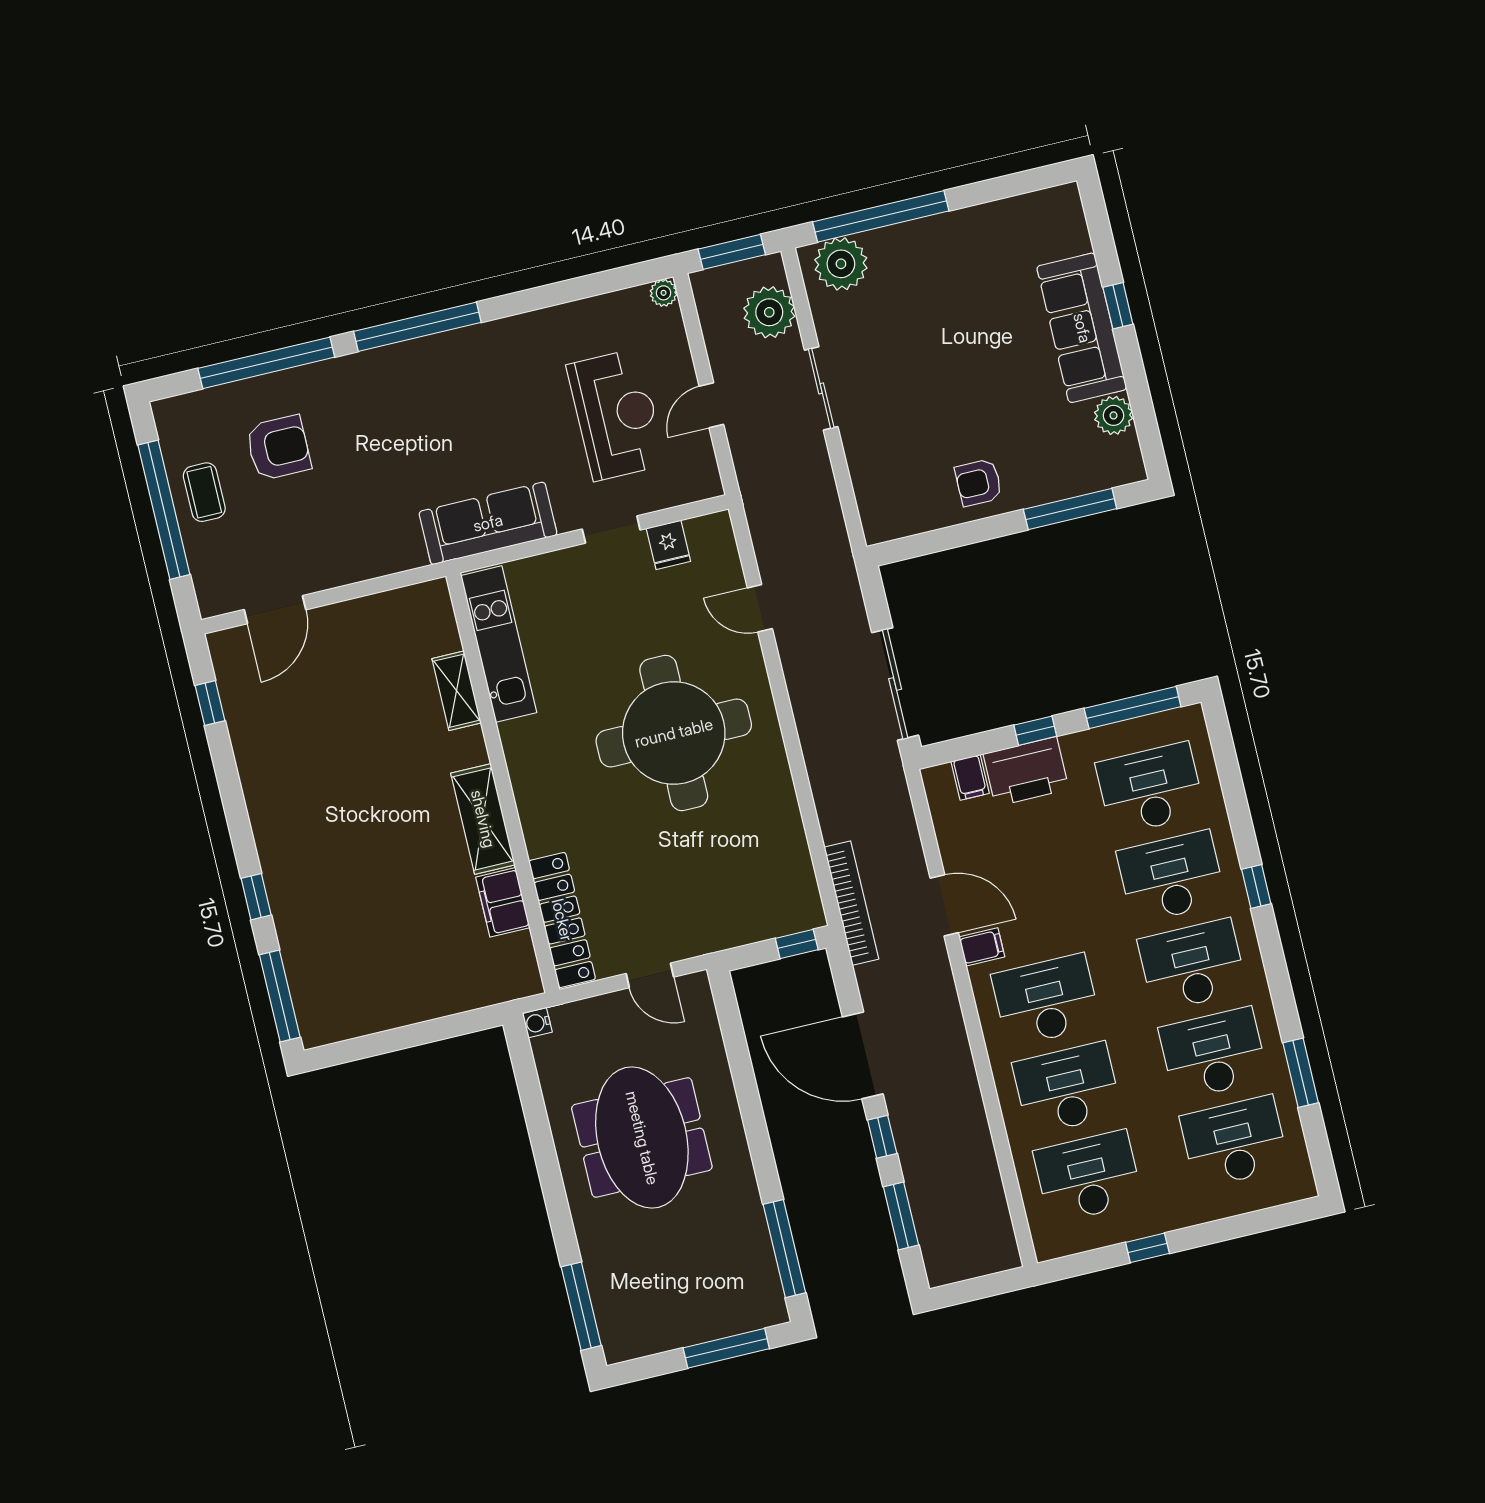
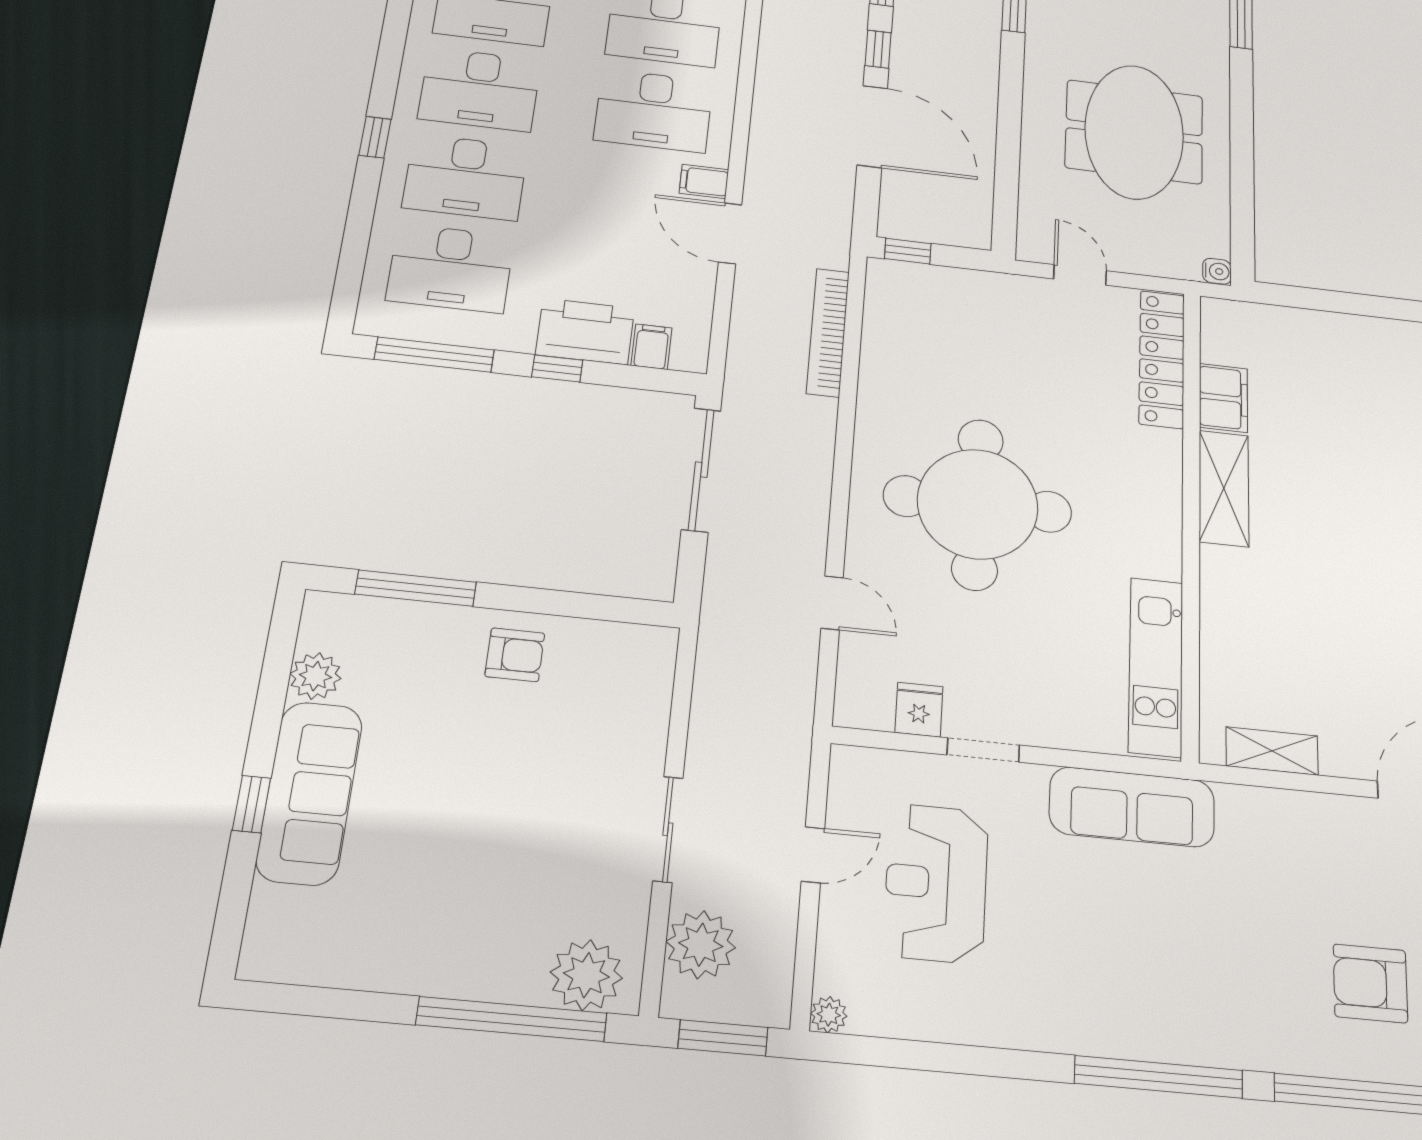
shelving: (457, 691) -> (1272, 751), moved, turned 90
bookcase: (851, 903) -> (828, 332), moved

